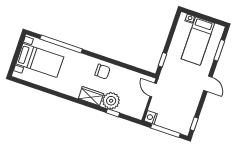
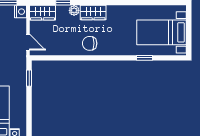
window: (61, 44) -> (144, 58), width x0.32
plant: (111, 101) -> (74, 10), width x0.53, depth x0.53
wardrobe: (133, 110) -> (42, 13), added

